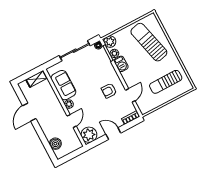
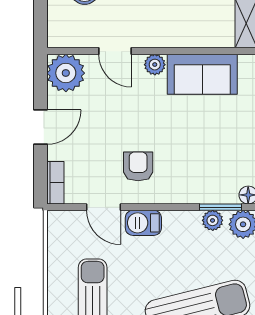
barbecue: (121, 64) -> (143, 223), moved

